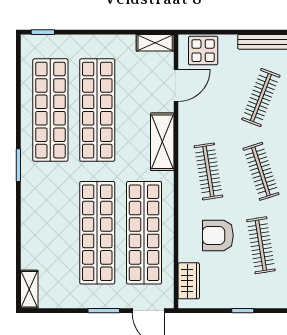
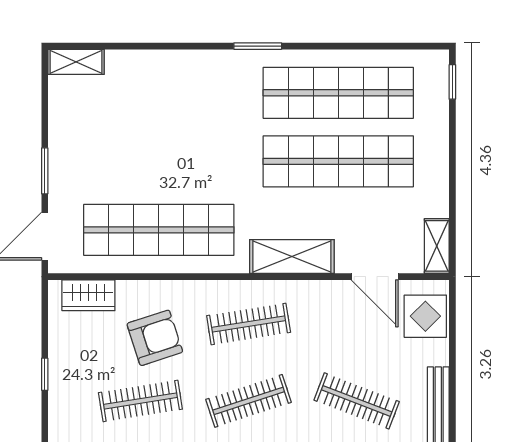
shop shelf: (97, 233) -> (159, 161), removed
armchair: (218, 235) -> (155, 338), turned 72

